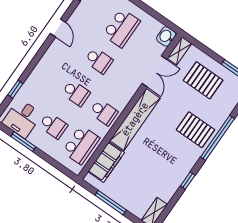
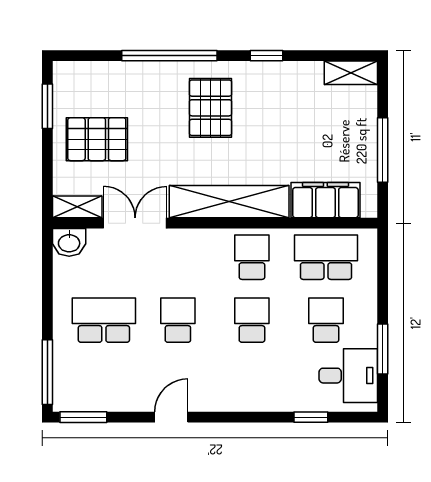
pallet: (203, 80) -> (97, 139), turned 90
pallet: (195, 130) -> (210, 108), moved

